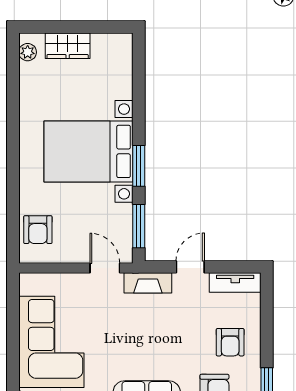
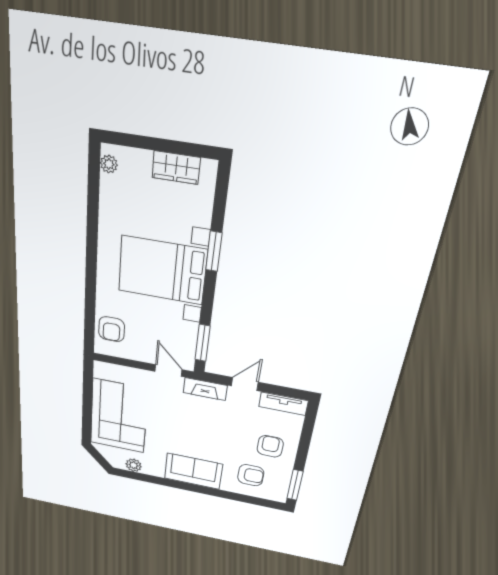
wardrobe: (68, 46) -> (176, 168), moved
window: (139, 166) -> (214, 251), moved
armchair: (230, 342) -> (270, 446), turned 180

